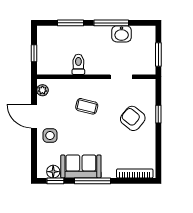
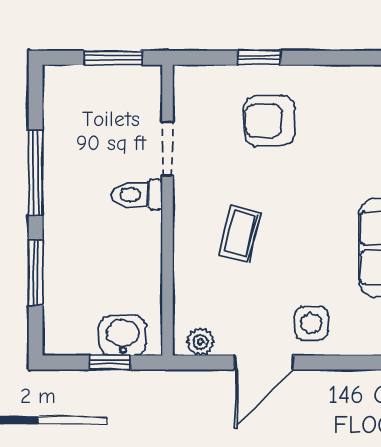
washbasin: (122, 34) -> (123, 336), moved, turned -90
toilet: (78, 64) -> (137, 195), moved
armchair: (133, 118) -> (270, 121), turned 51

